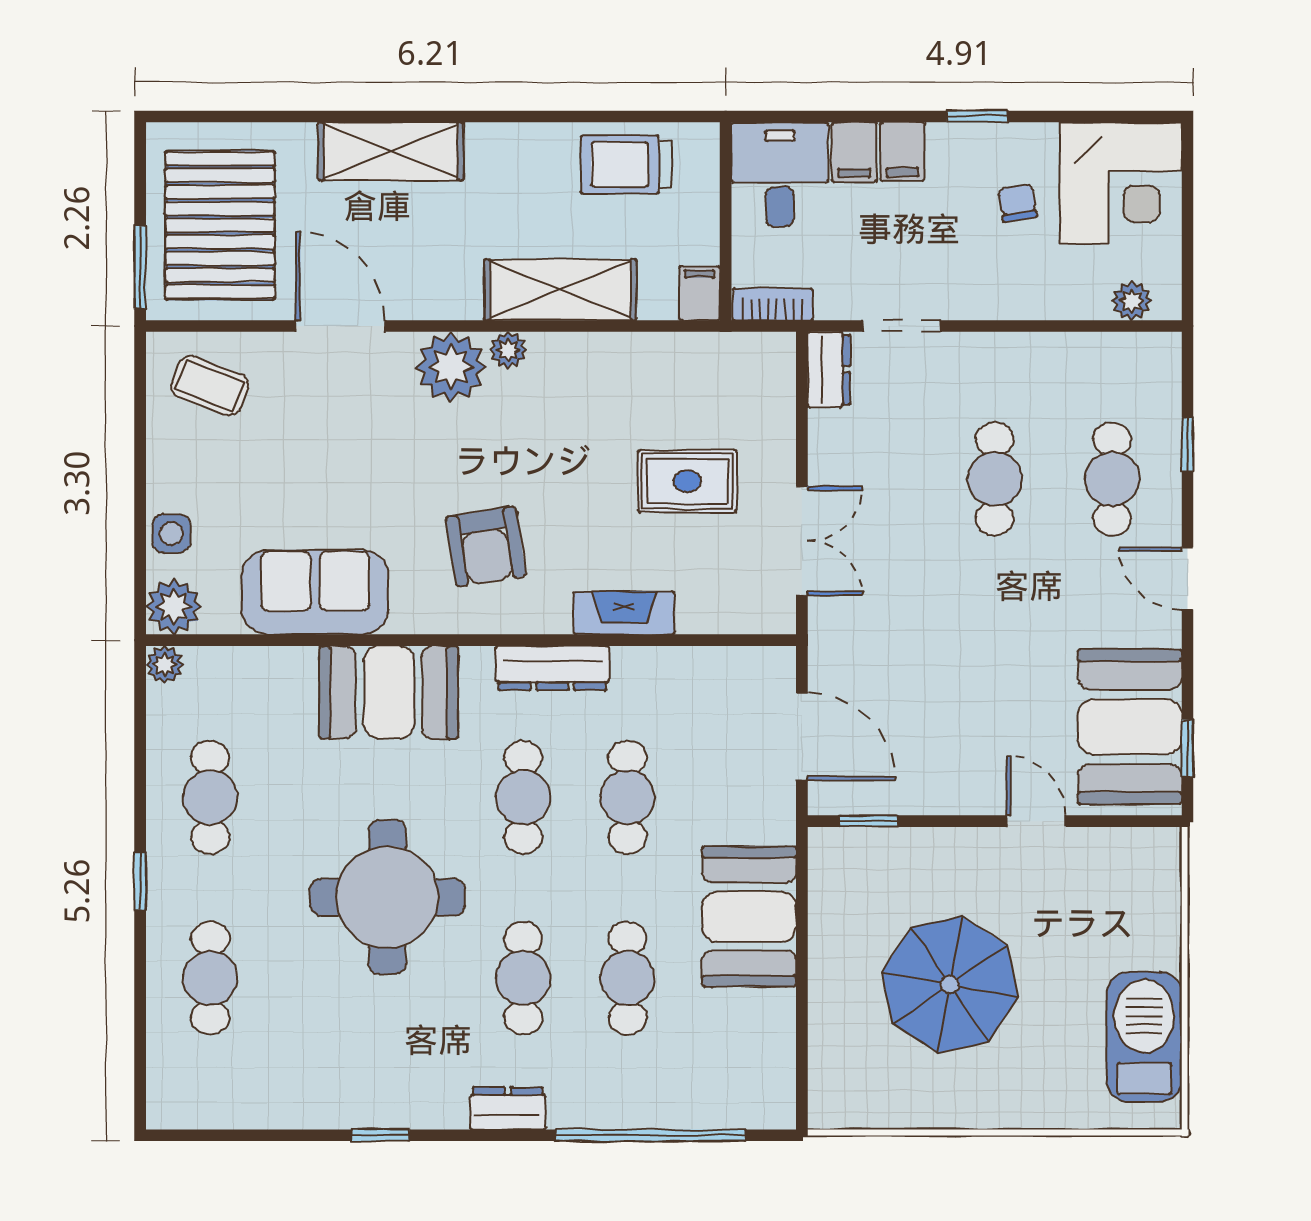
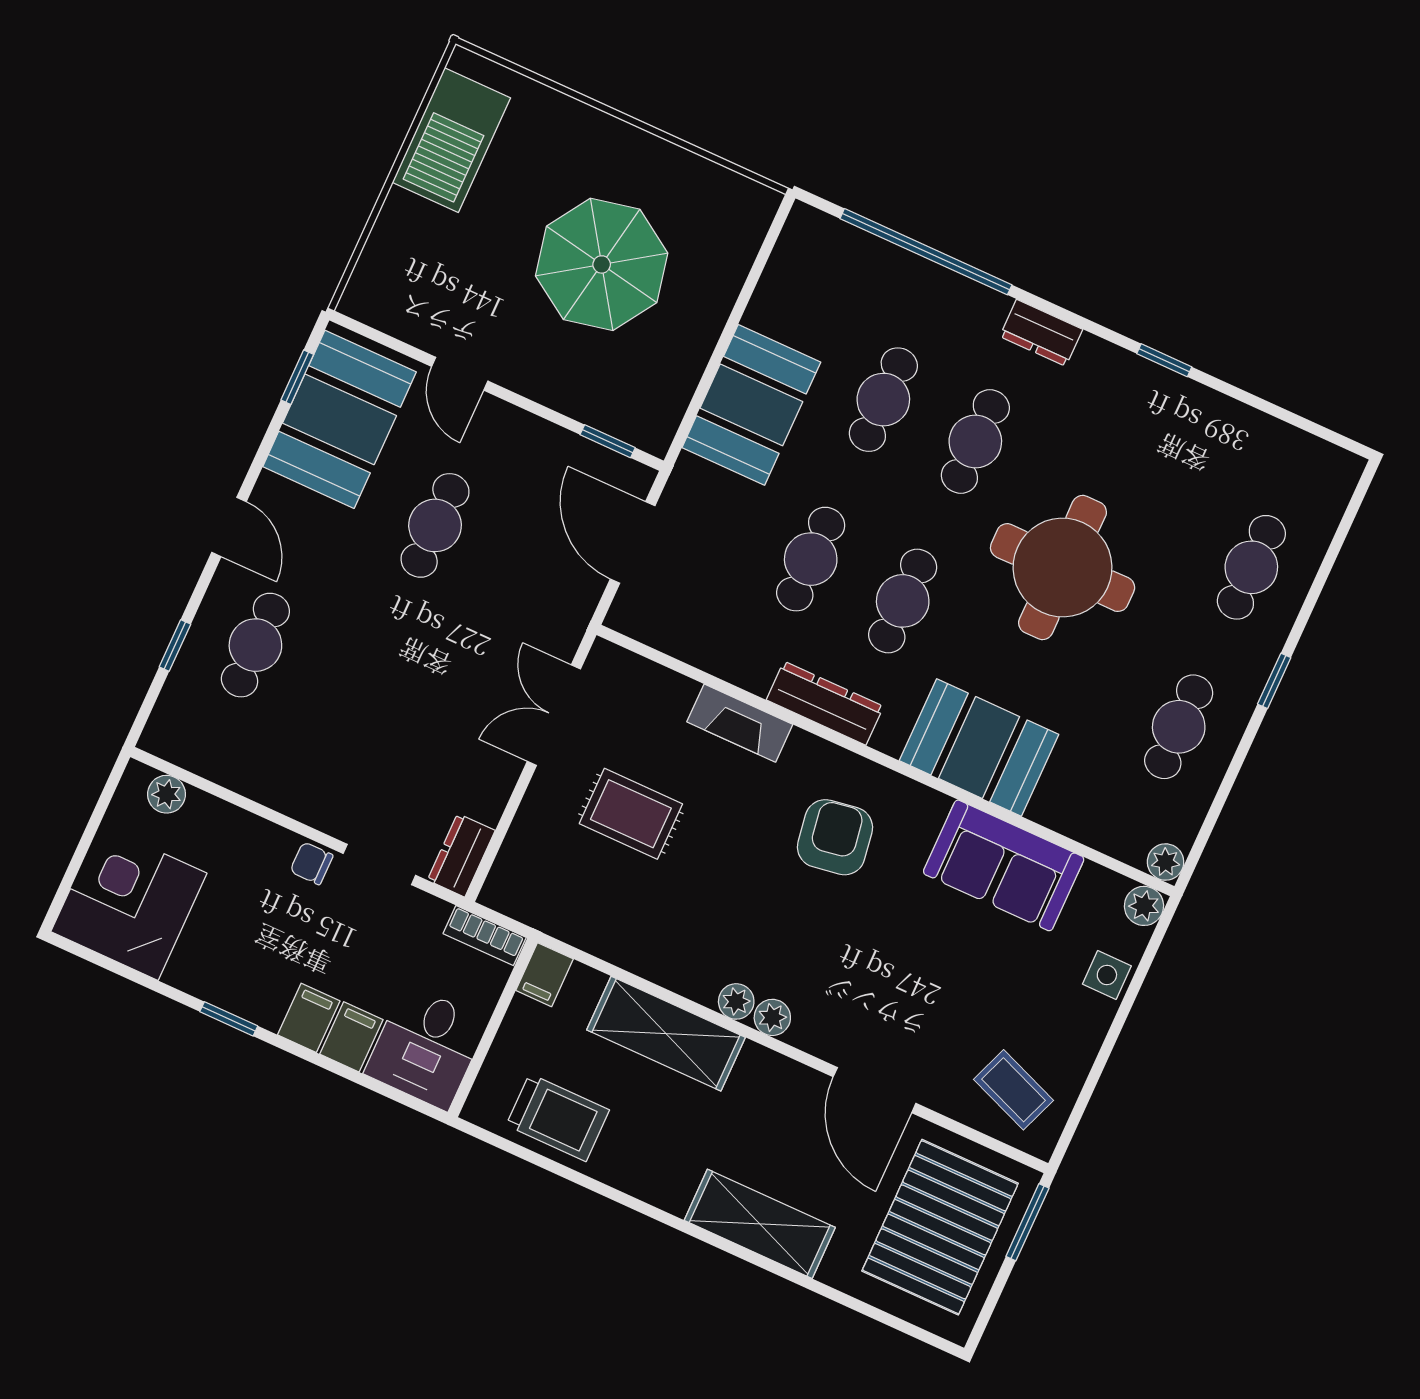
chair: (1018, 203) -> (311, 863), moved, turned 99
plant: (451, 367) -> (772, 1017), width x0.53, depth x0.53
cafe table: (995, 479) -> (435, 525), moved
plant: (174, 607) -> (1144, 906), width x0.73, depth x0.73

